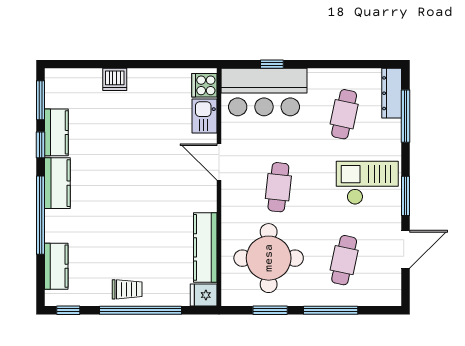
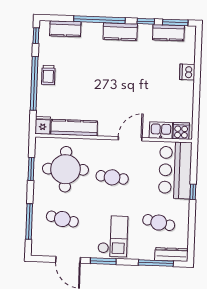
window: (272, 64) -> (193, 192), moved
kitchen counter: (56, 132) -> (168, 33), moved
window: (331, 310) -> (29, 221), moved

